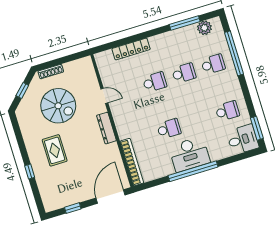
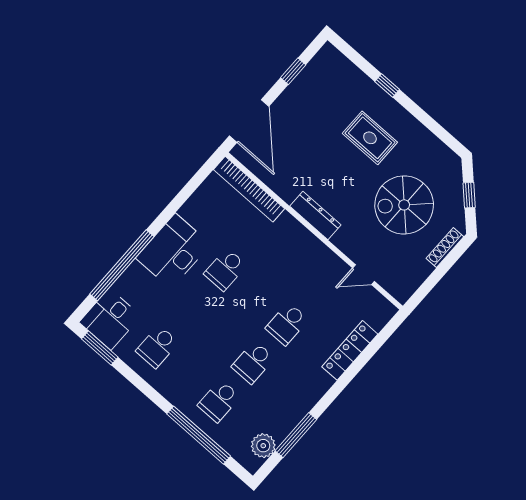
door: (104, 96) -> (363, 275), moved
window: (193, 171) -> (122, 265), moved

